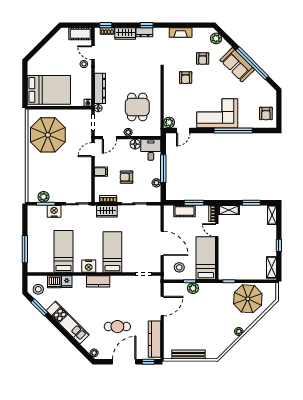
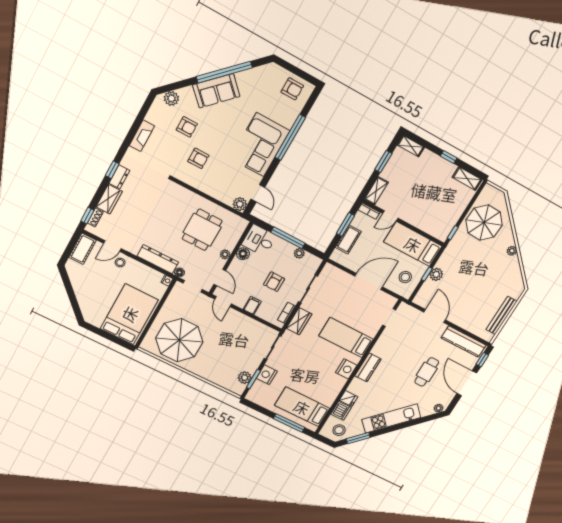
dining table: (137, 107) -> (202, 230), turned 90
bed: (63, 251) -> (302, 407), moved

